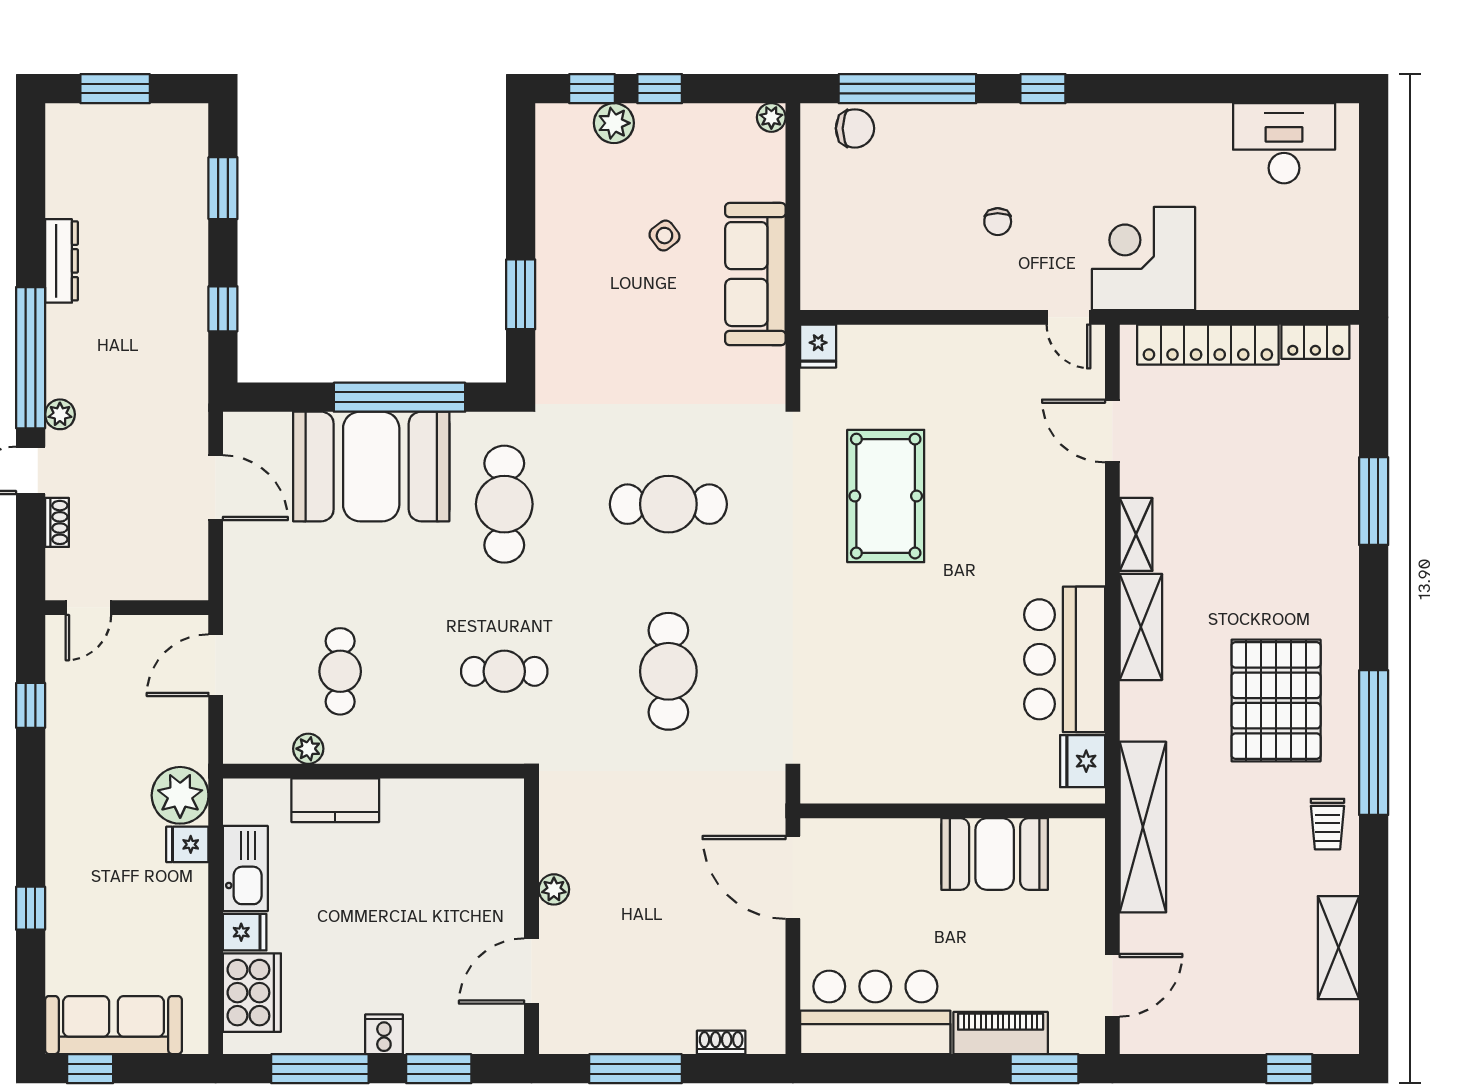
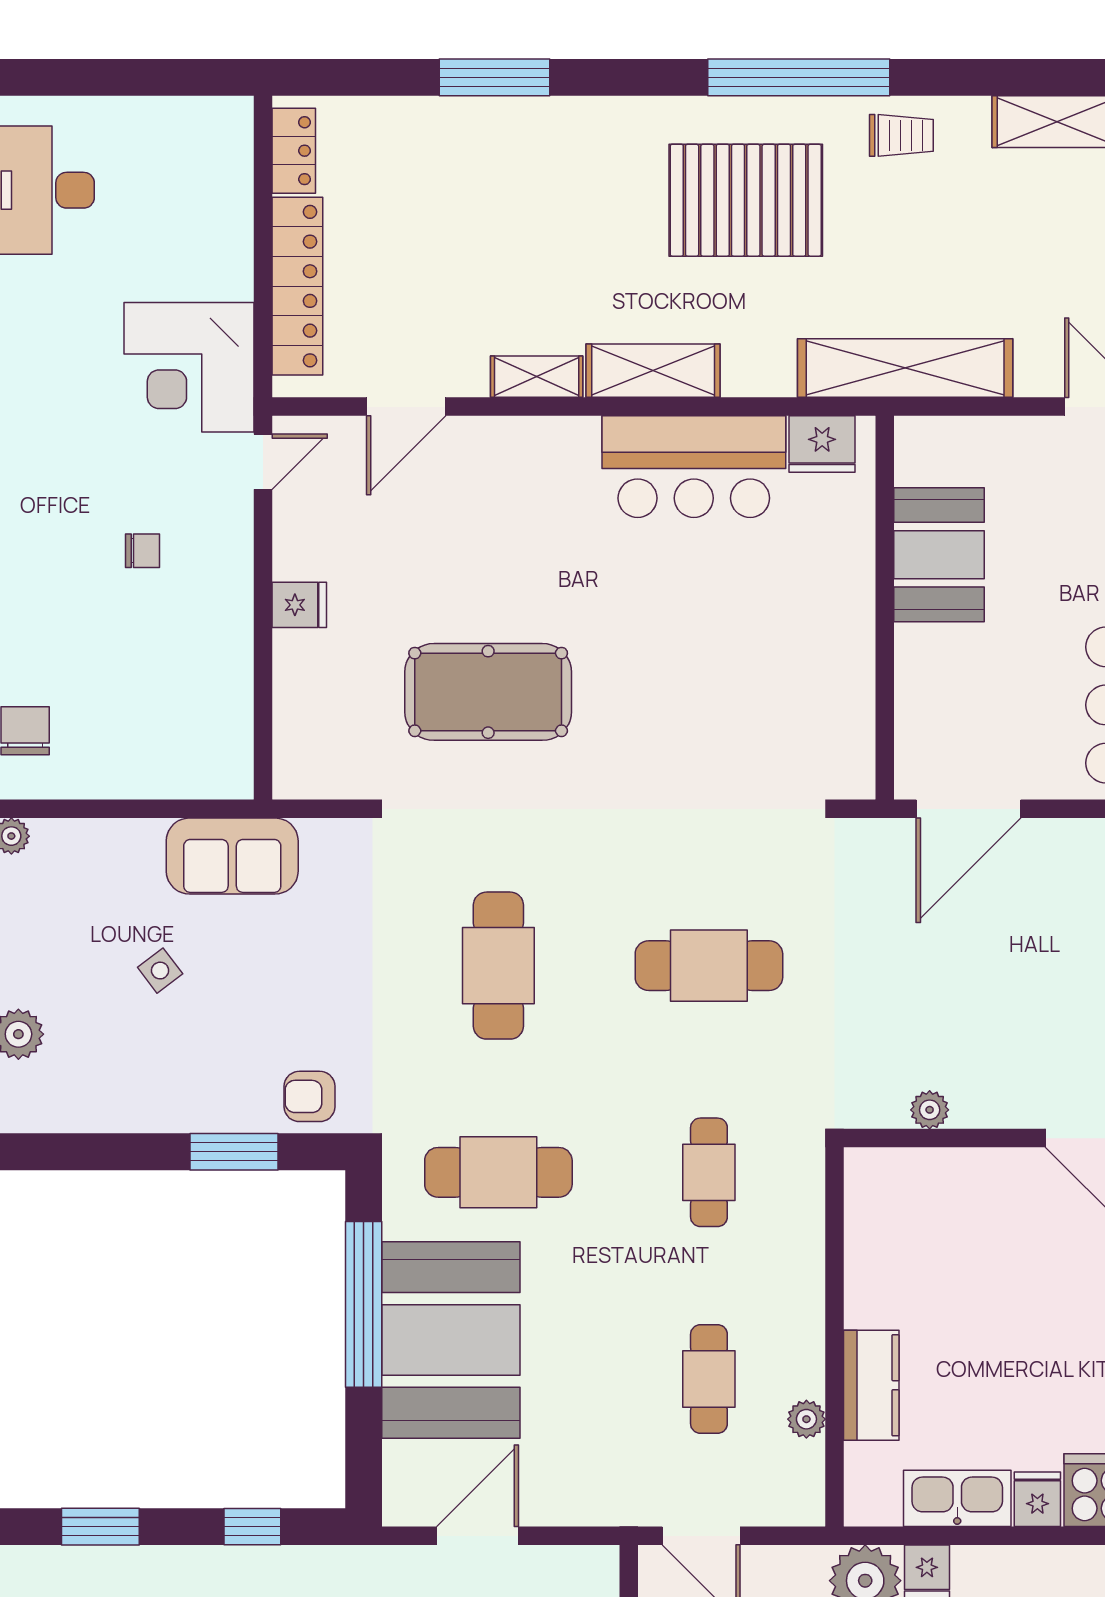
sofa: (755, 274) -> (232, 856), width x0.73
fridge: (818, 346) -> (299, 605), moved
armchair: (565, 354) -> (310, 1096), added
cafe table: (340, 671) -> (709, 1379), turned 90
plant: (554, 889) -> (930, 1110), moved

